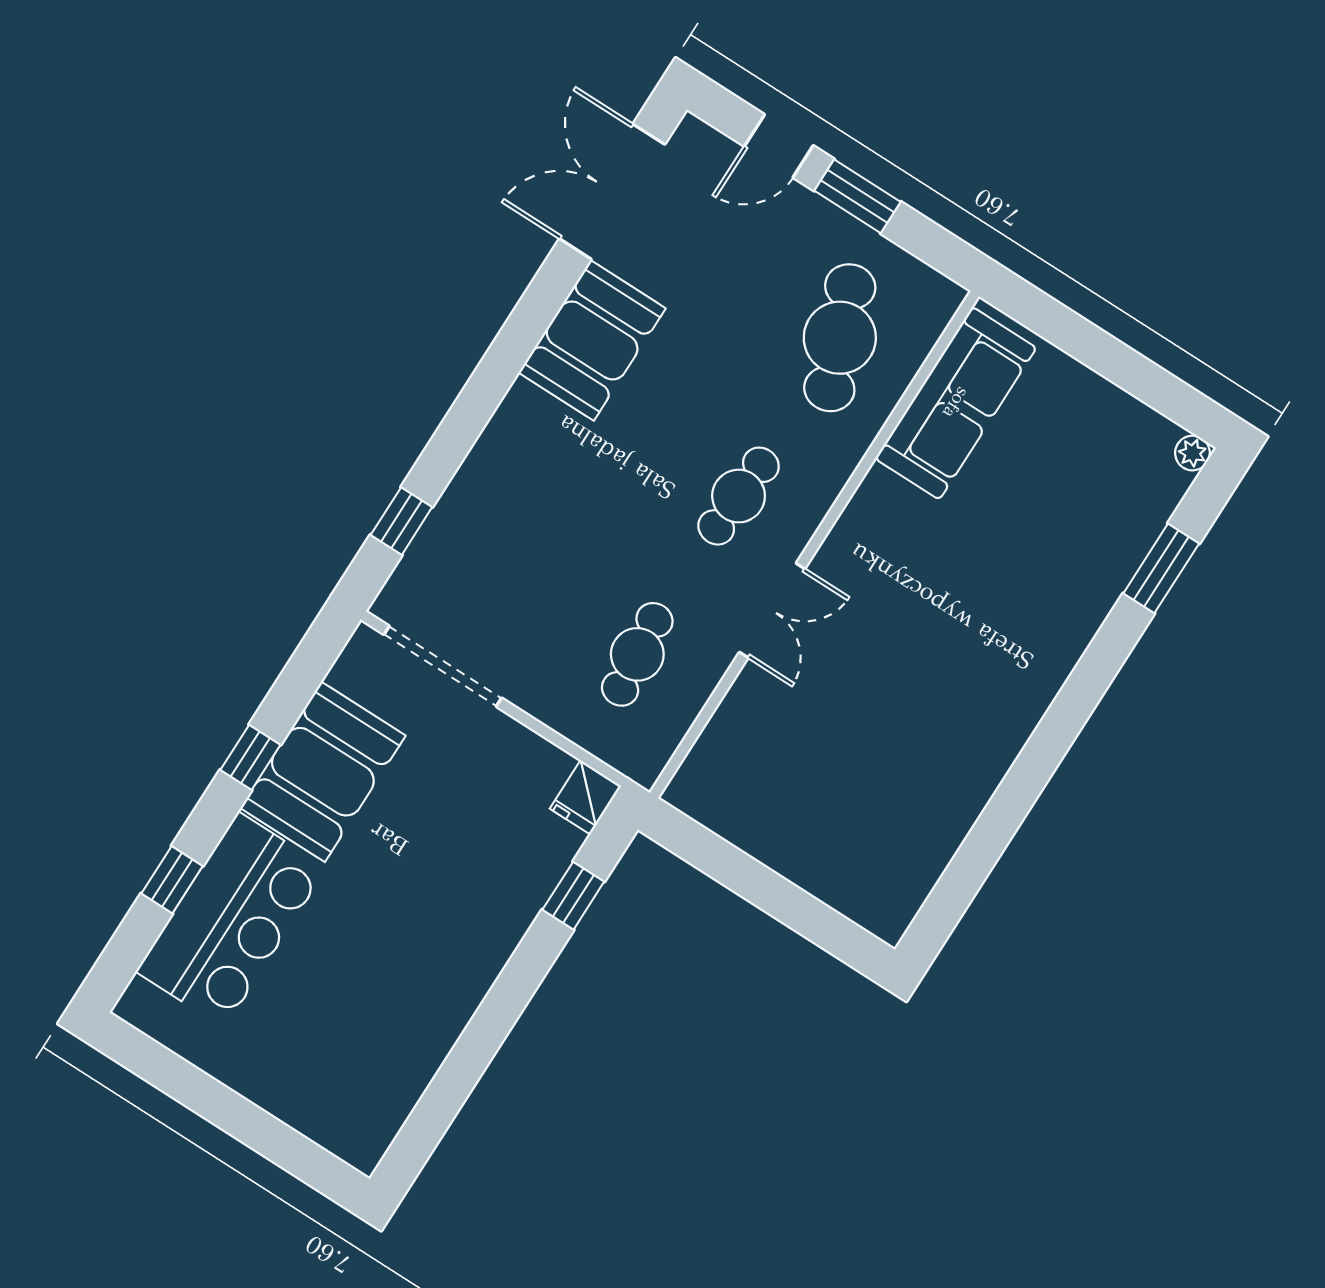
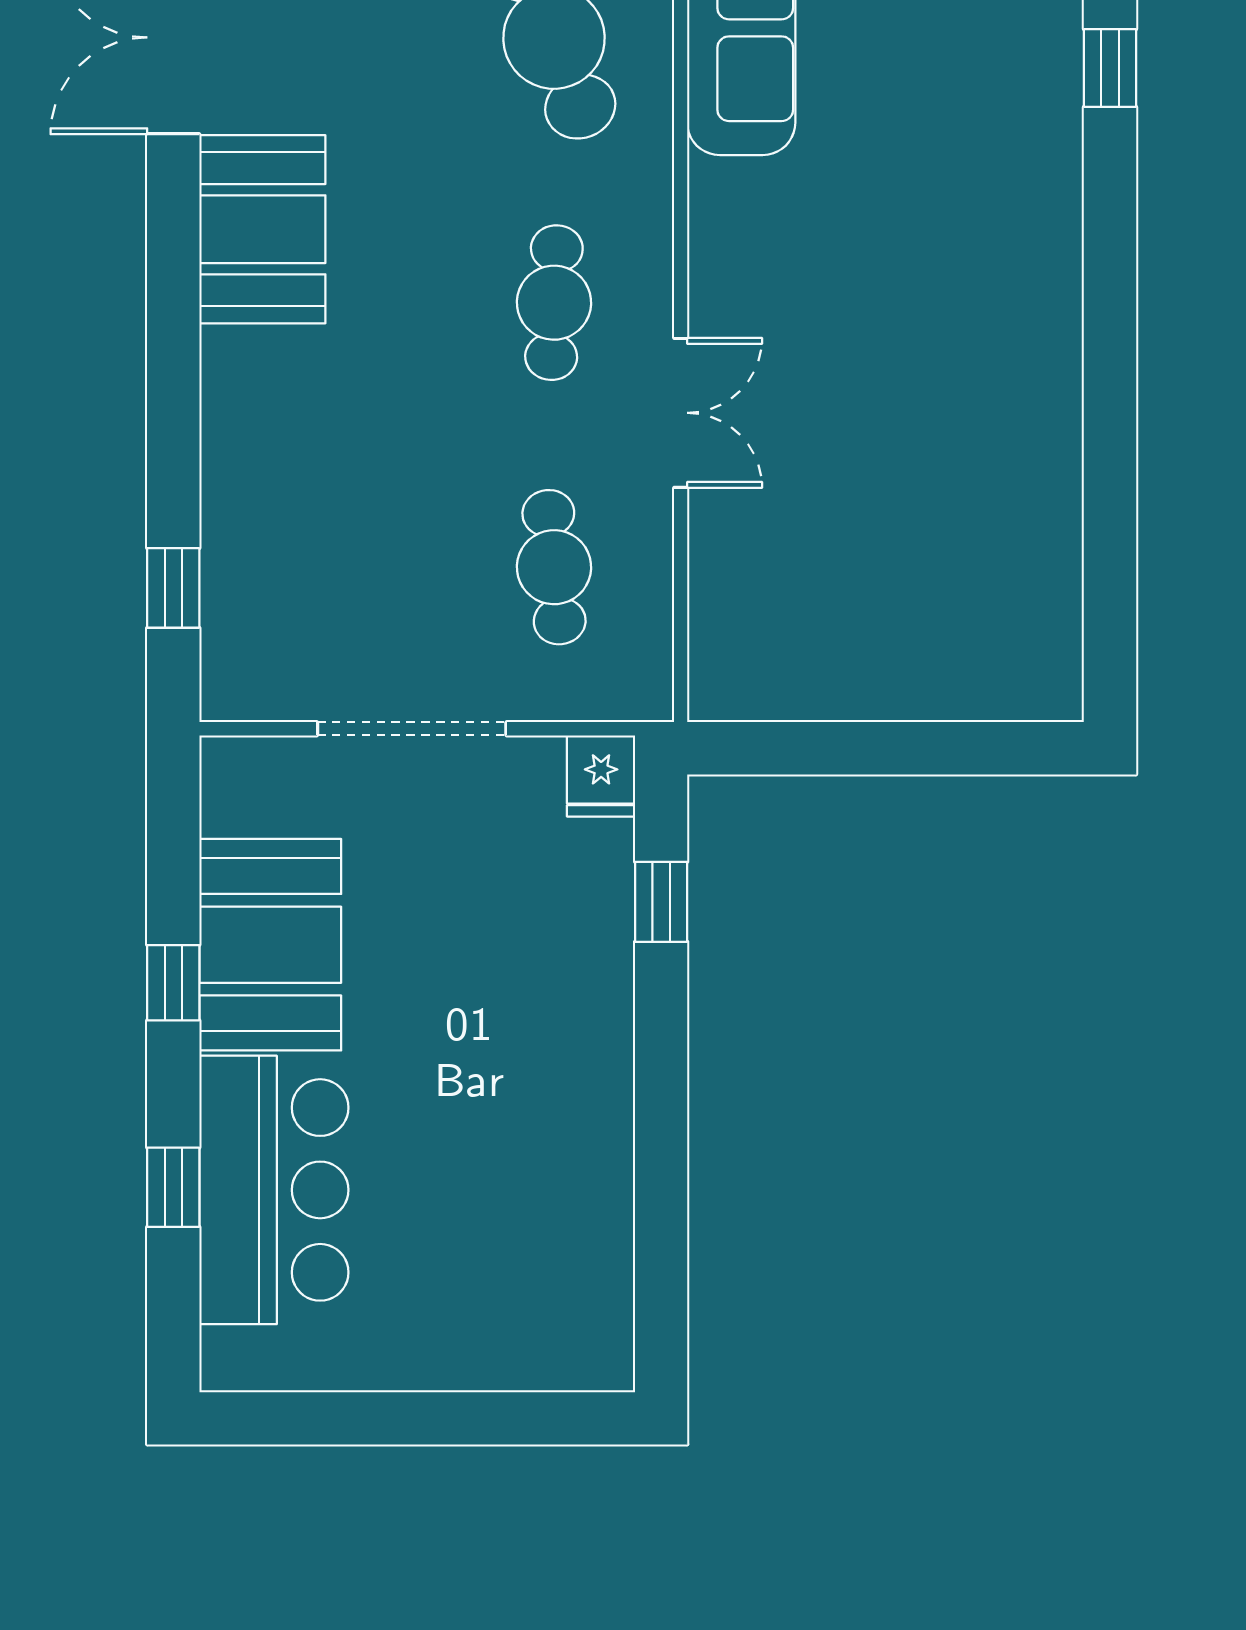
window: (1161, 568) -> (1110, 68), width x0.67
doorway: (443, 666) -> (412, 729), moved

